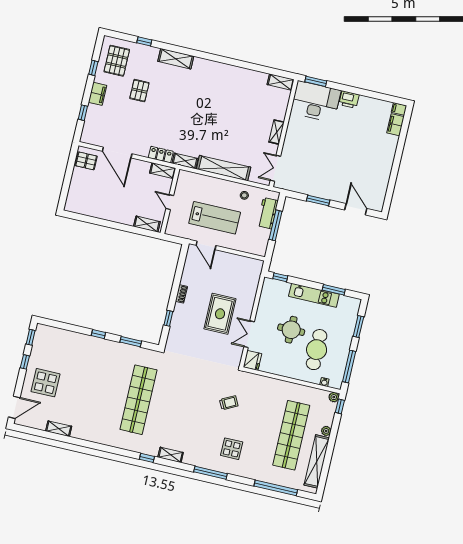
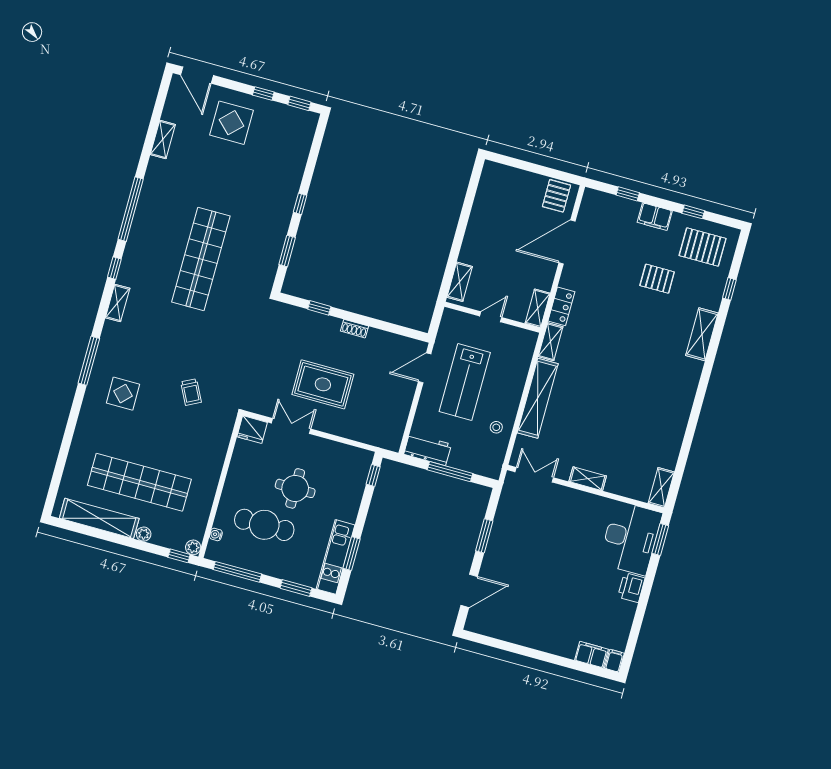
workbench: (268, 213) -> (428, 449), moved
kitchen unit: (314, 295) -> (336, 557), moved
shop shelf: (139, 400) -> (201, 259), turned 90
window: (276, 488) -> (131, 209), moved

